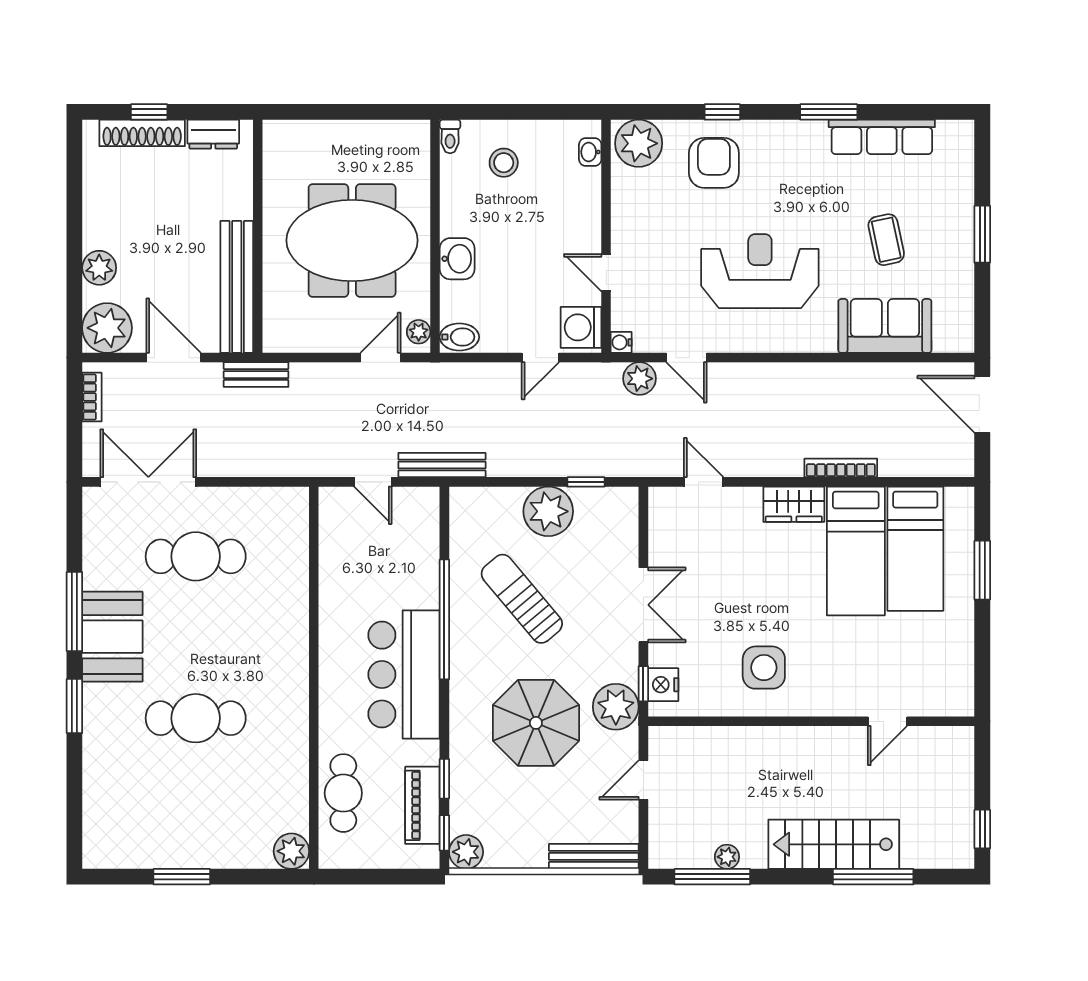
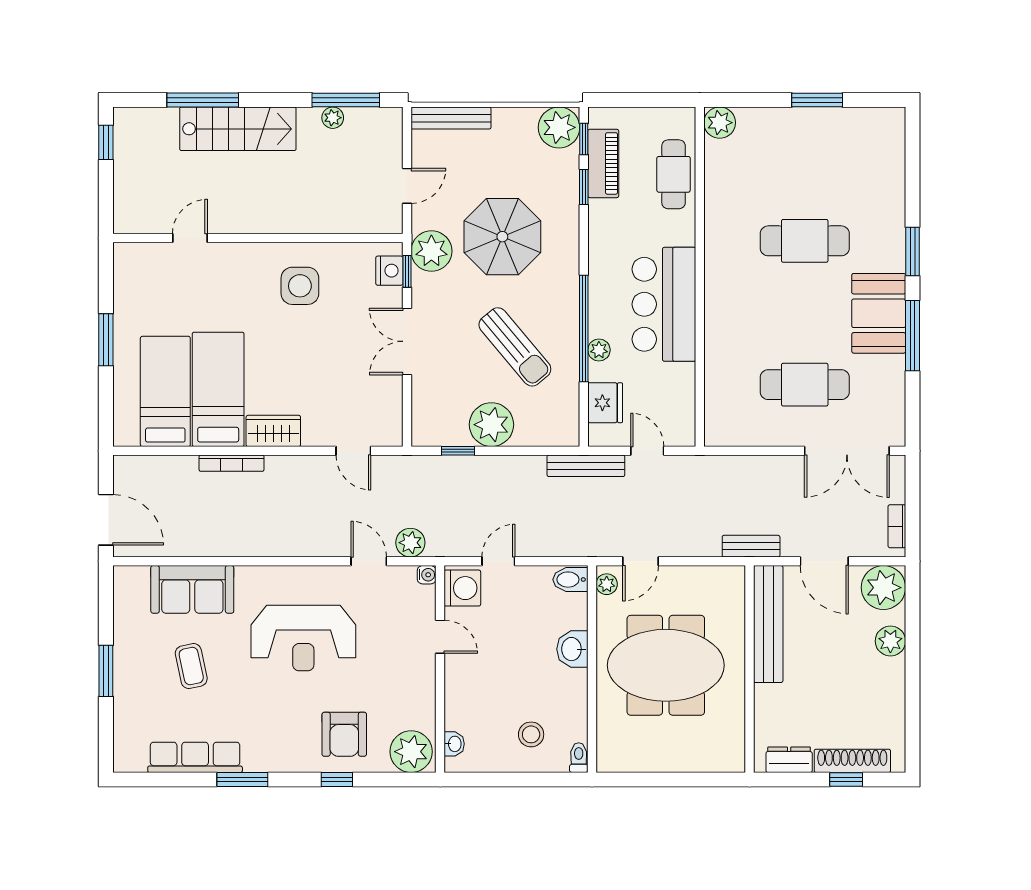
fridge: (420, 536) -> (605, 403), added
window: (982, 570) -> (106, 340), moved
plant: (427, 595) -> (599, 350), added
bar counter: (404, 675) -> (664, 304), moved, turned 180
plant: (466, 852) -> (559, 127), width x1.36, depth x1.36

